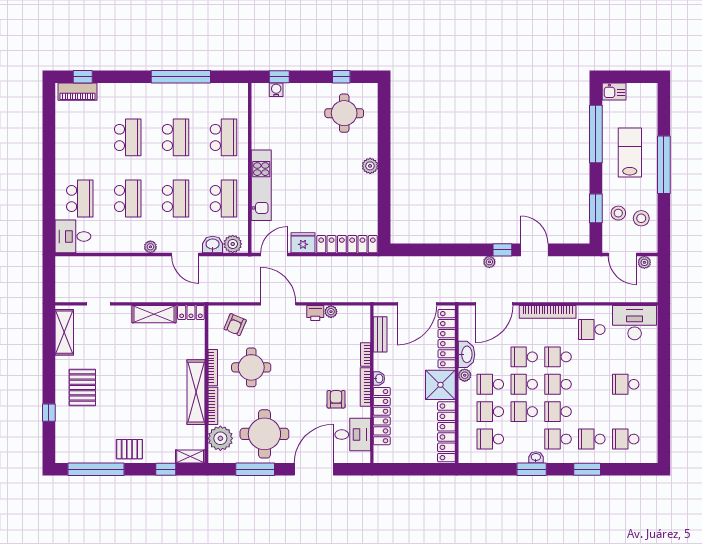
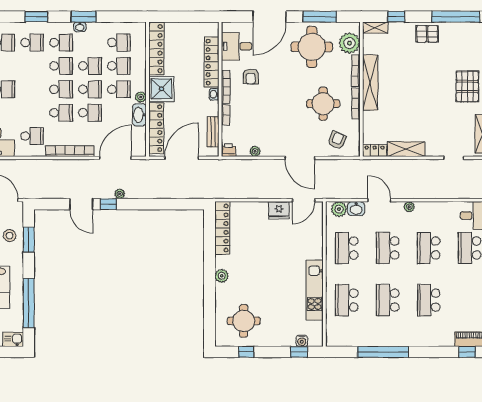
kitchen unit: (261, 185) -> (315, 290), moved
locker: (347, 244) -> (222, 228), moved, turned -90
printer: (315, 313) -> (229, 150), moved

